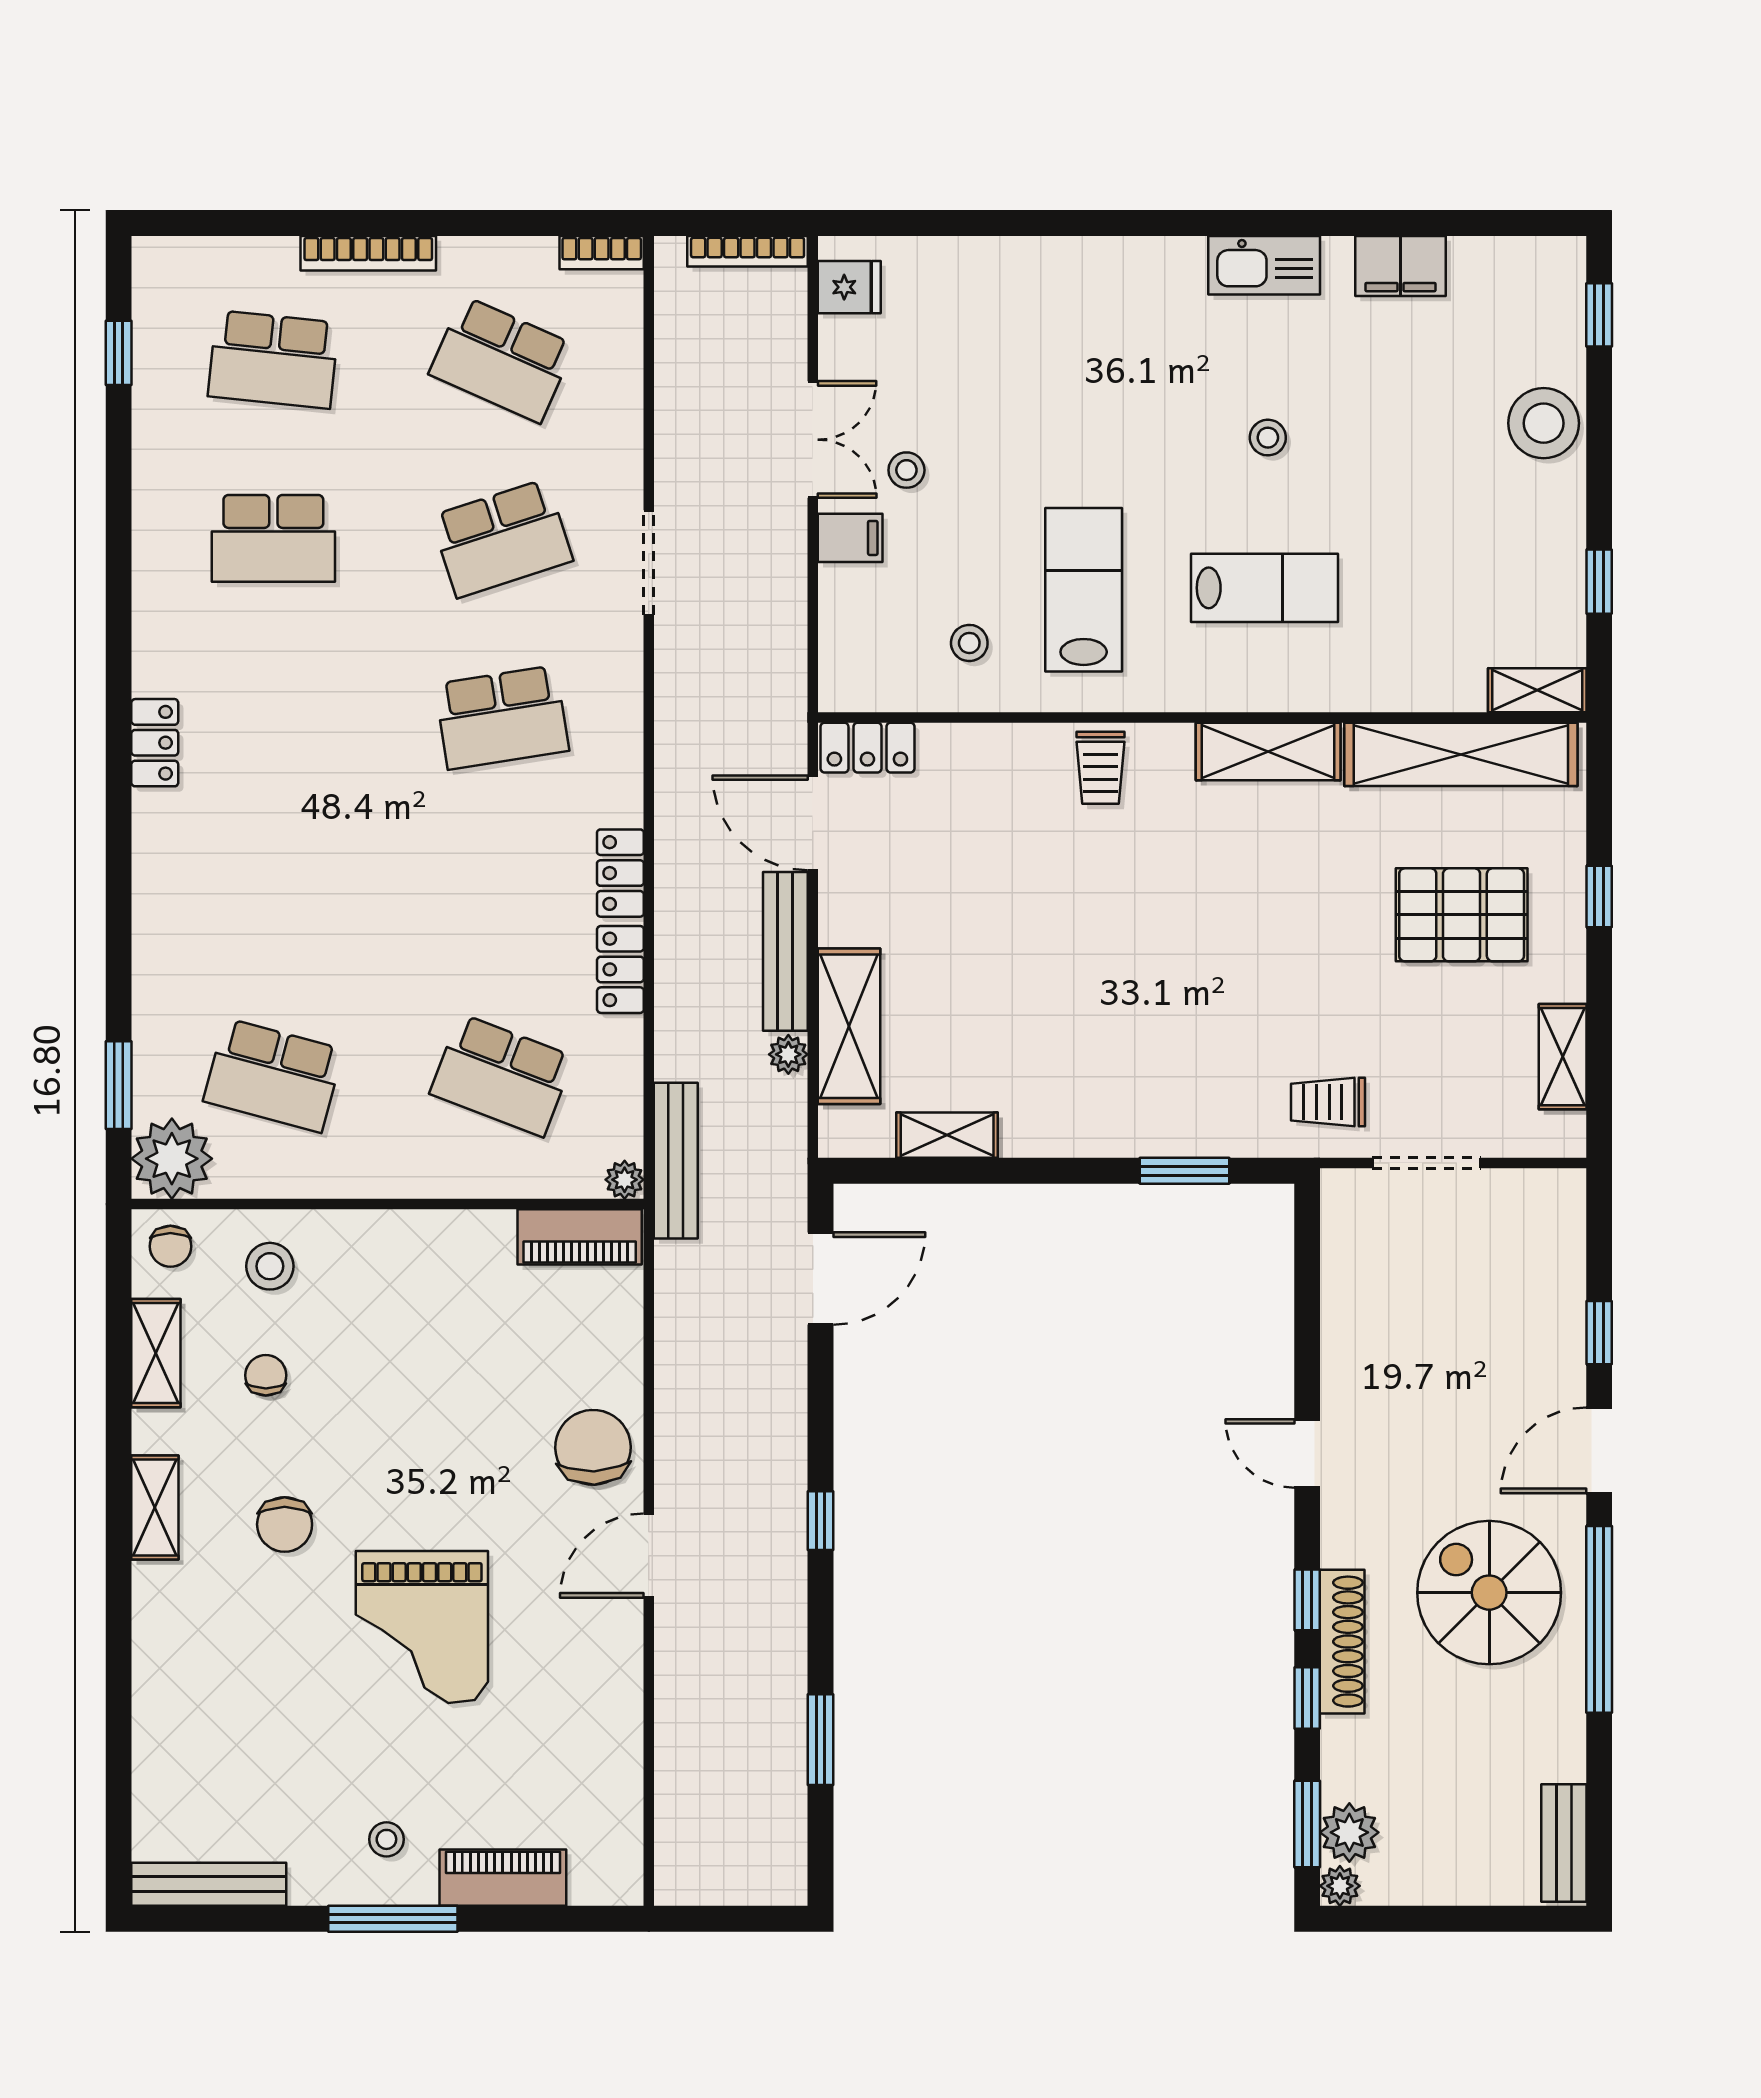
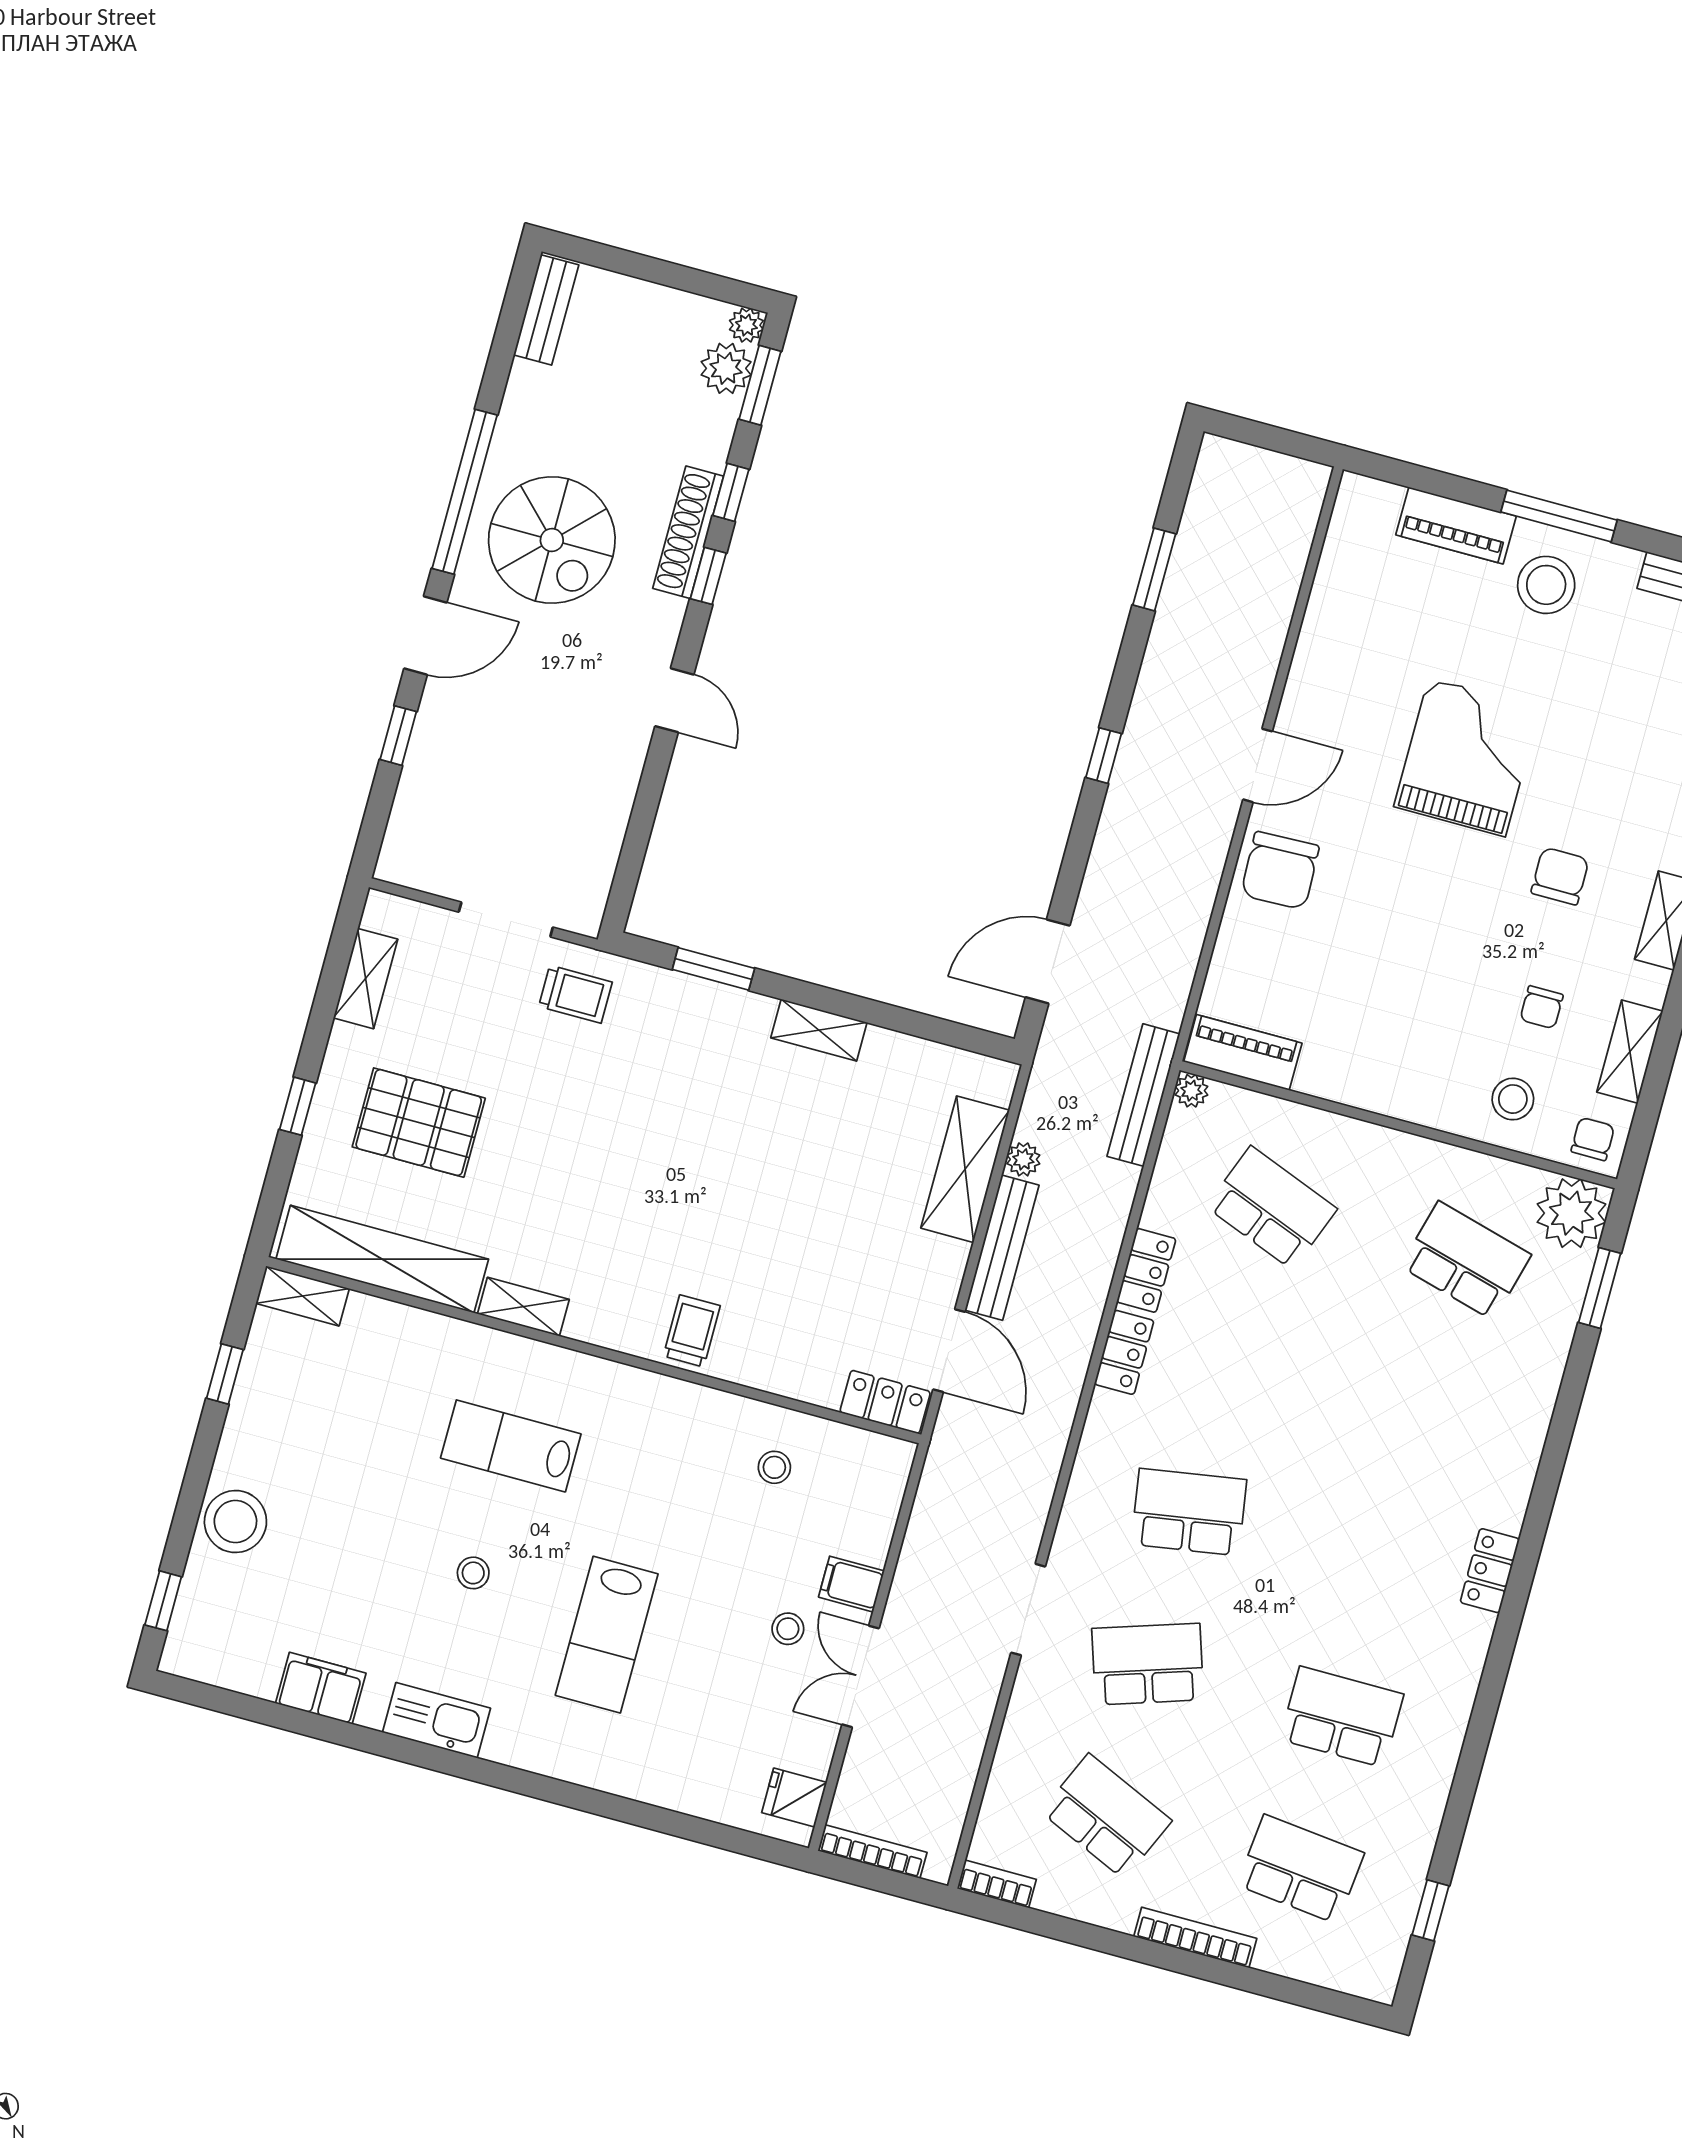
lab bench: (1084, 590) -> (607, 1635), moved
shelving: (1268, 751) -> (523, 1307), width x0.67, depth x0.75
shelving: (947, 1135) -> (819, 1030), moved
stool: (386, 1839) -> (1546, 585), width x1.89, depth x1.89

